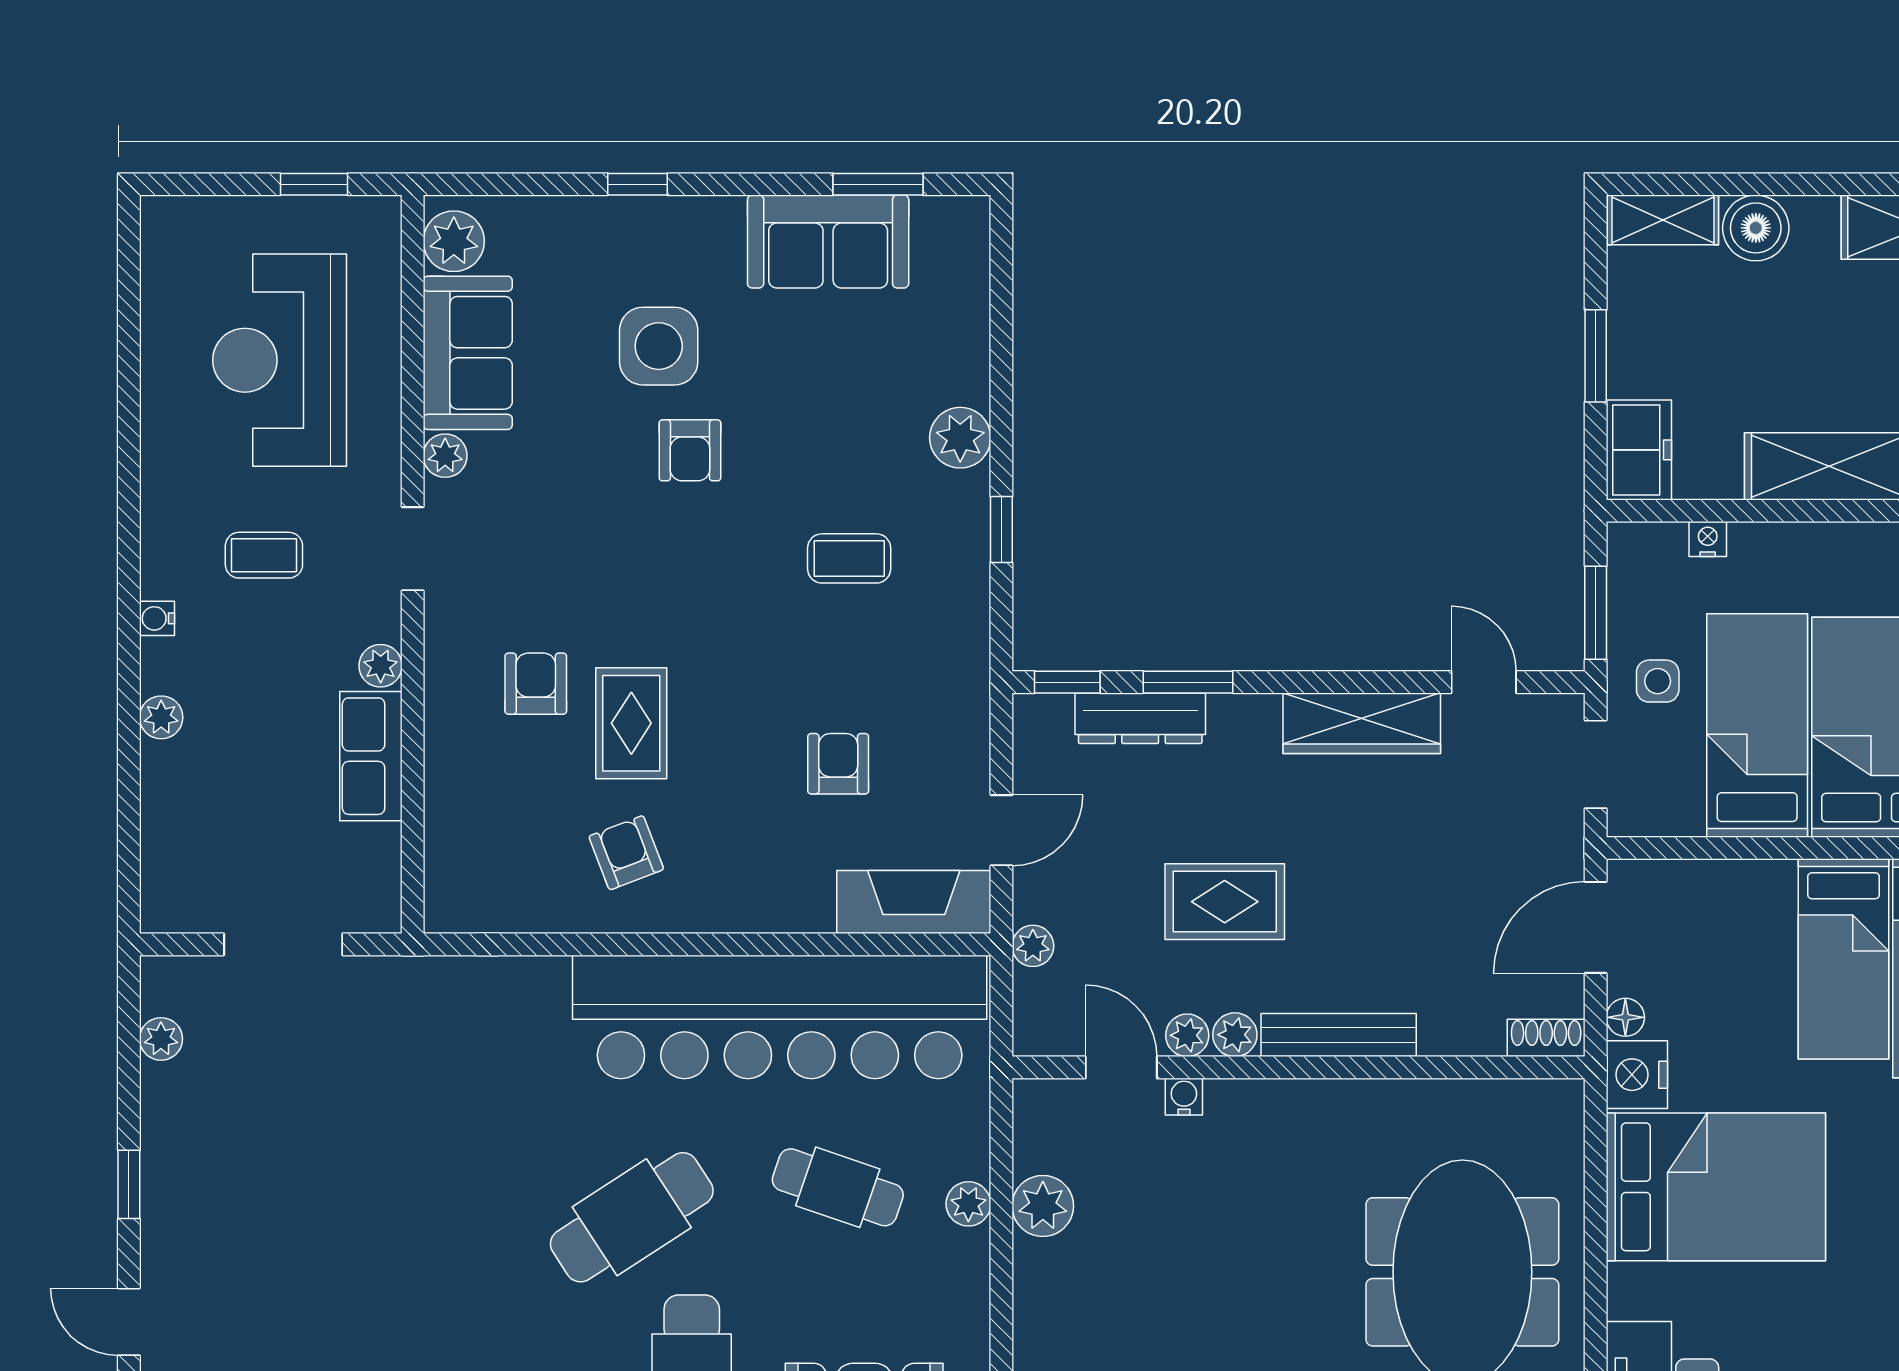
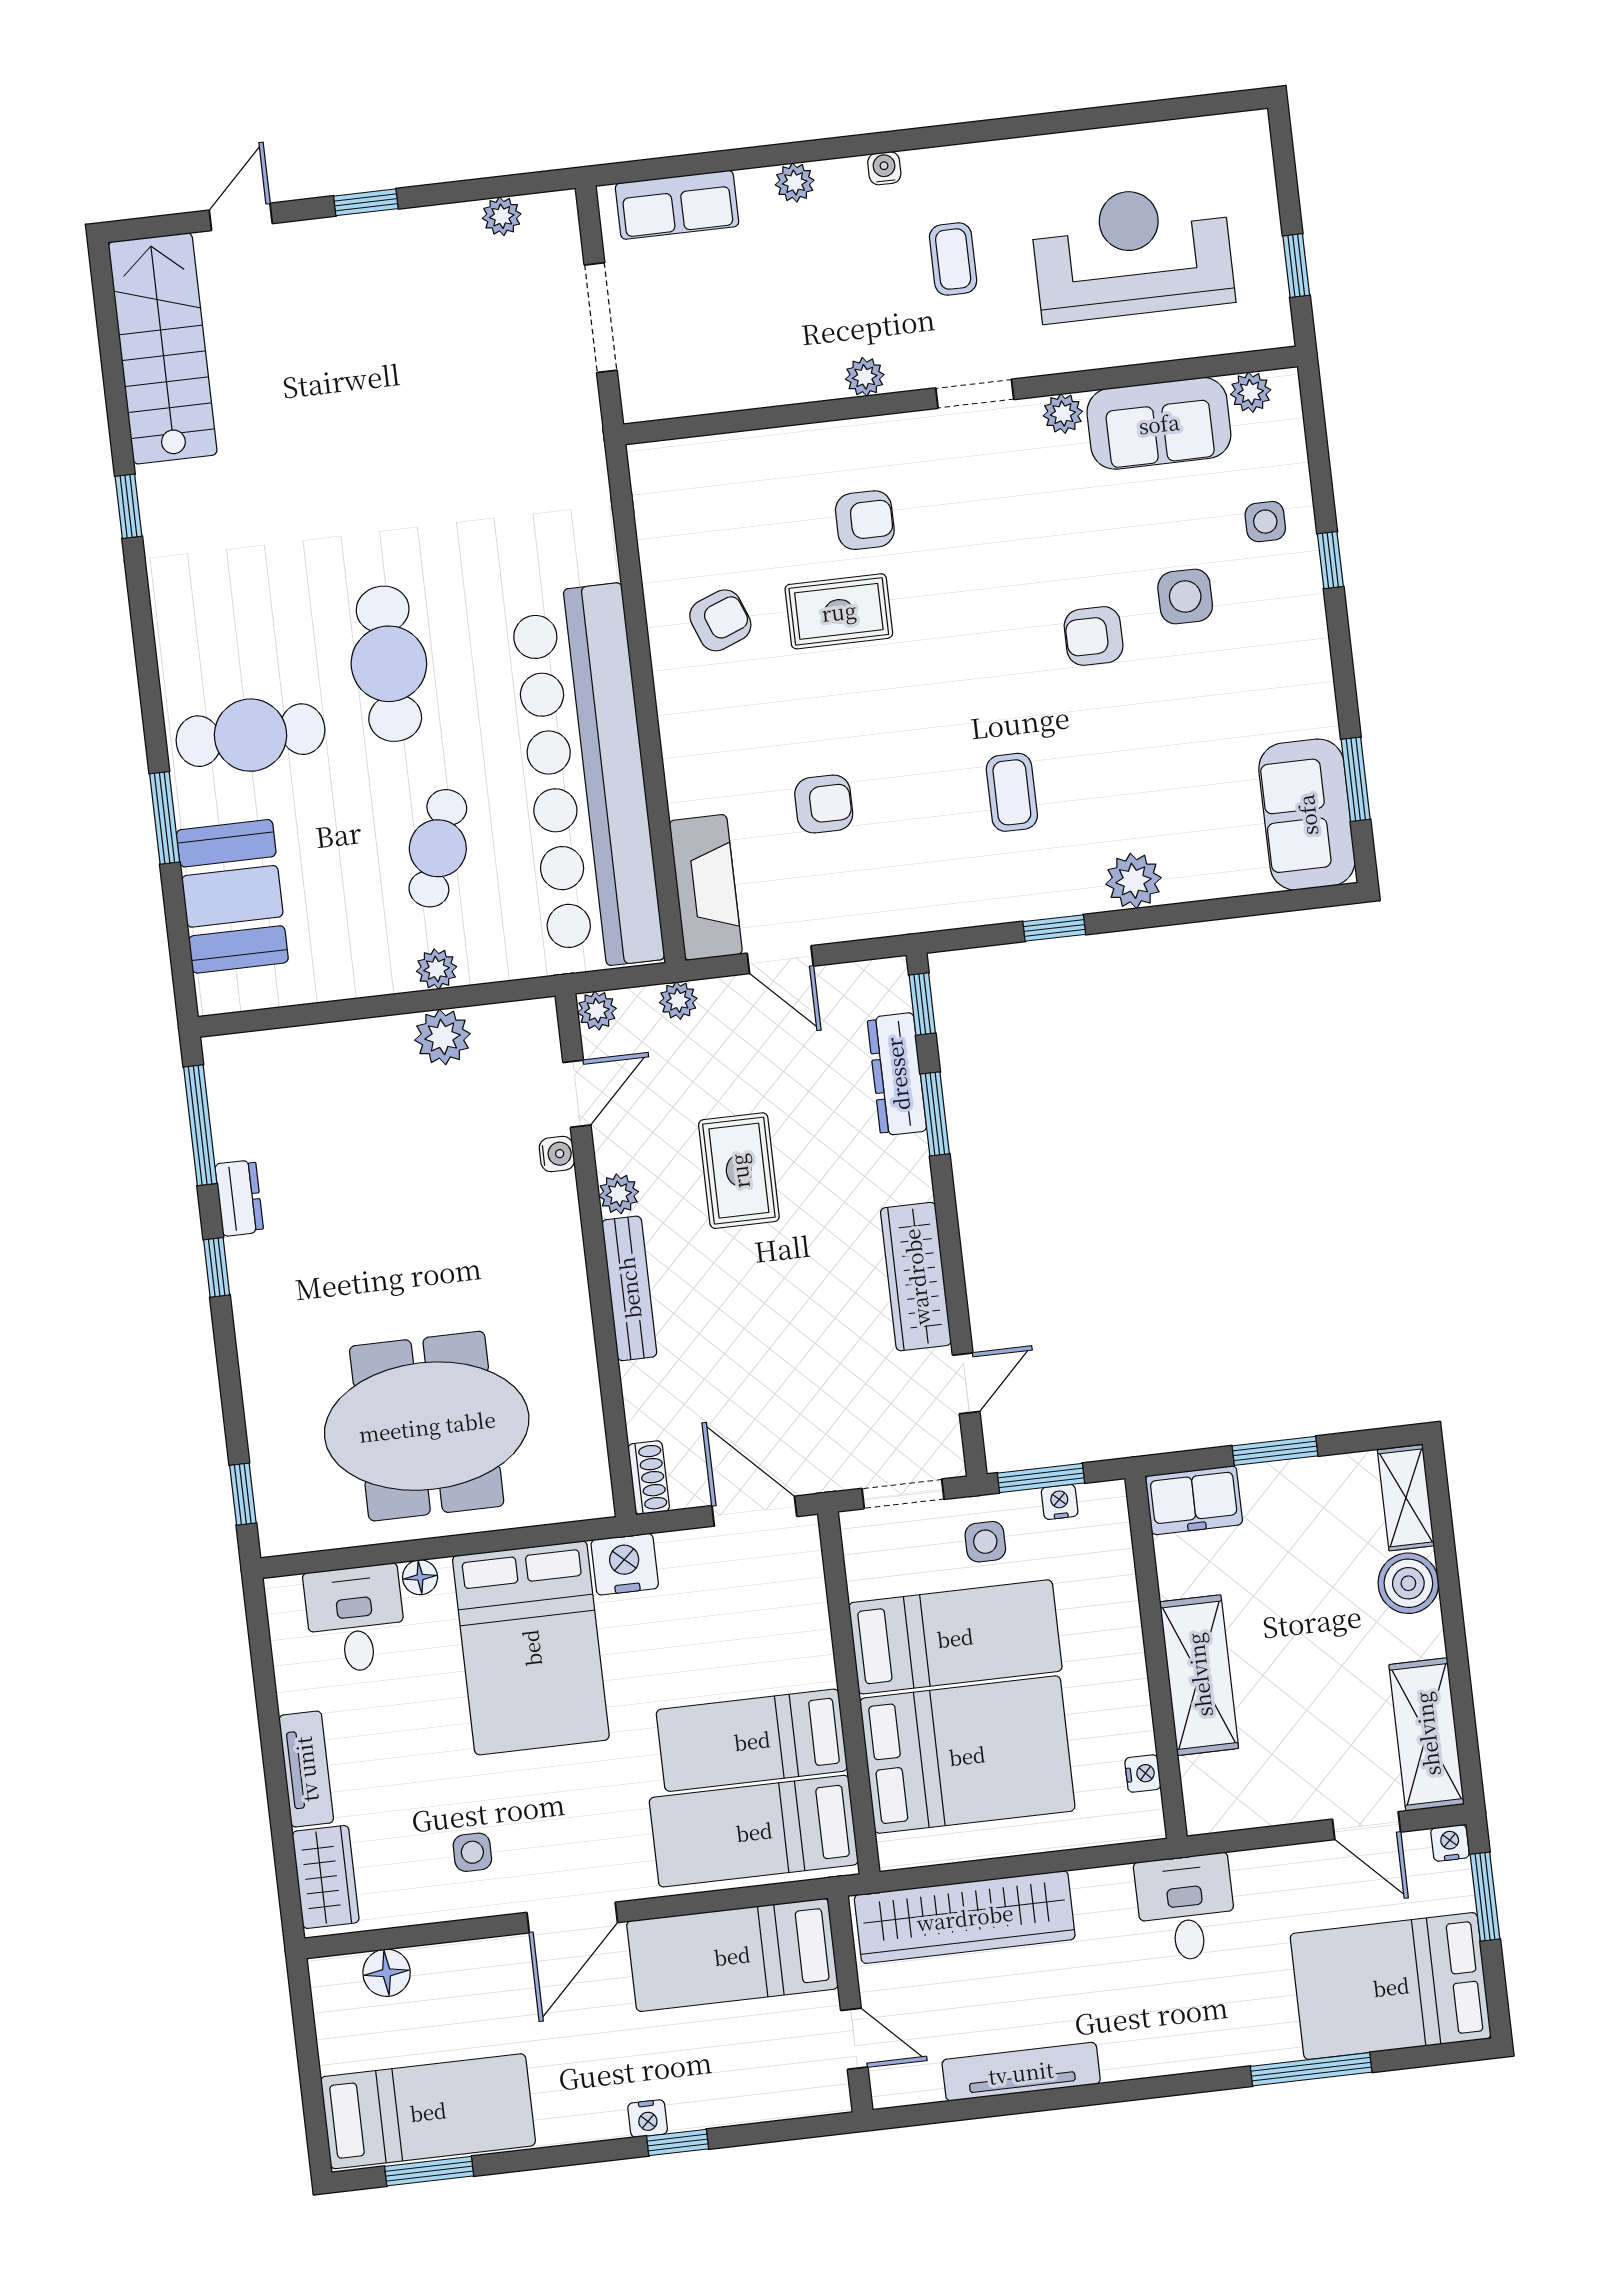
plant: (454, 241) -> (1251, 392), width x0.73, depth x0.73
sofa: (828, 242) -> (1307, 815), moved
side table: (588, 250) -> (1265, 522), added
side table: (659, 346) -> (1185, 596), width x0.73, depth x0.73
nightstand: (1708, 539) -> (1060, 1502), moved, turned -90
row of seats: (371, 756) -> (677, 205), moved, turned 180
floor lamp: (1625, 1017) -> (420, 1577), moved
plant: (1187, 1035) -> (597, 1011), moved
cafe table: (632, 1217) -> (389, 664), turned 33

